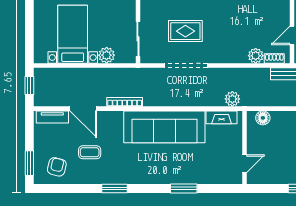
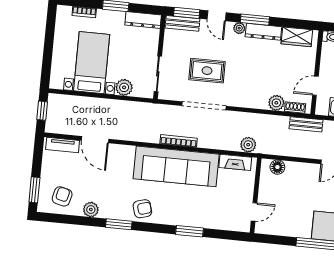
bookcase: (125, 102) -> (179, 141), moved
coffee table: (90, 152) -> (97, 185), removed
armchair: (136, 171) -> (142, 209), added
plant: (86, 177) -> (91, 210), added

